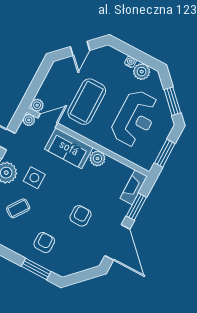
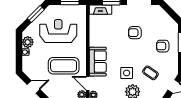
plant: (97, 158) -> (95, 41), removed

